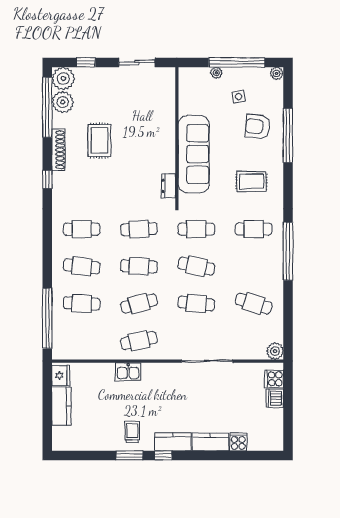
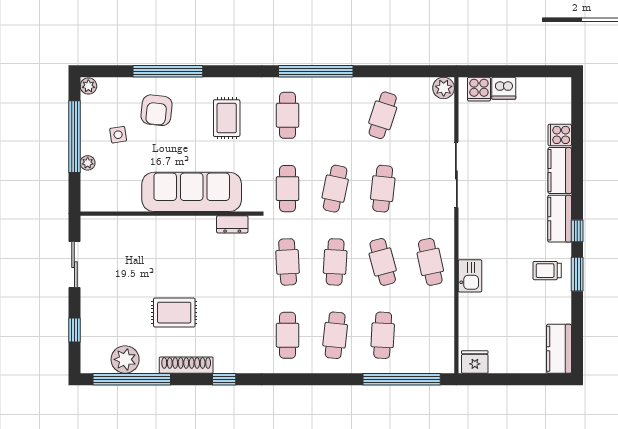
plant: (63, 78) -> (95, 359), removed
kitchen counter: (61, 406) -> (559, 349), moved, turned -90

